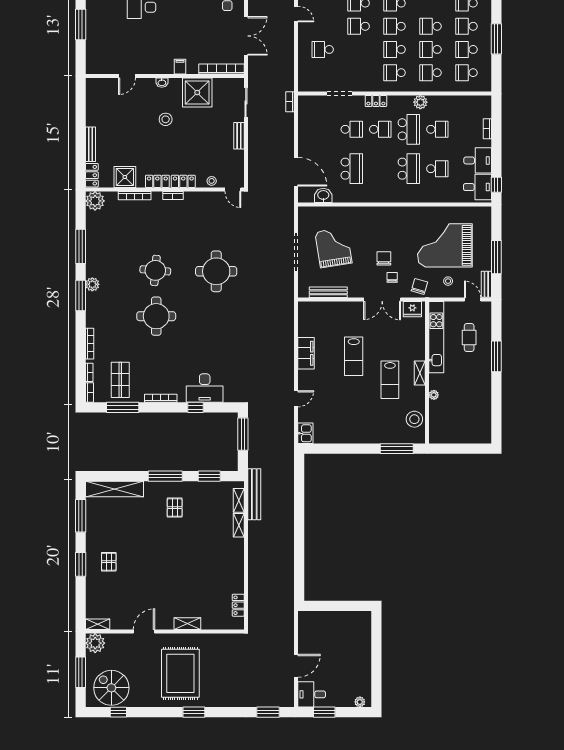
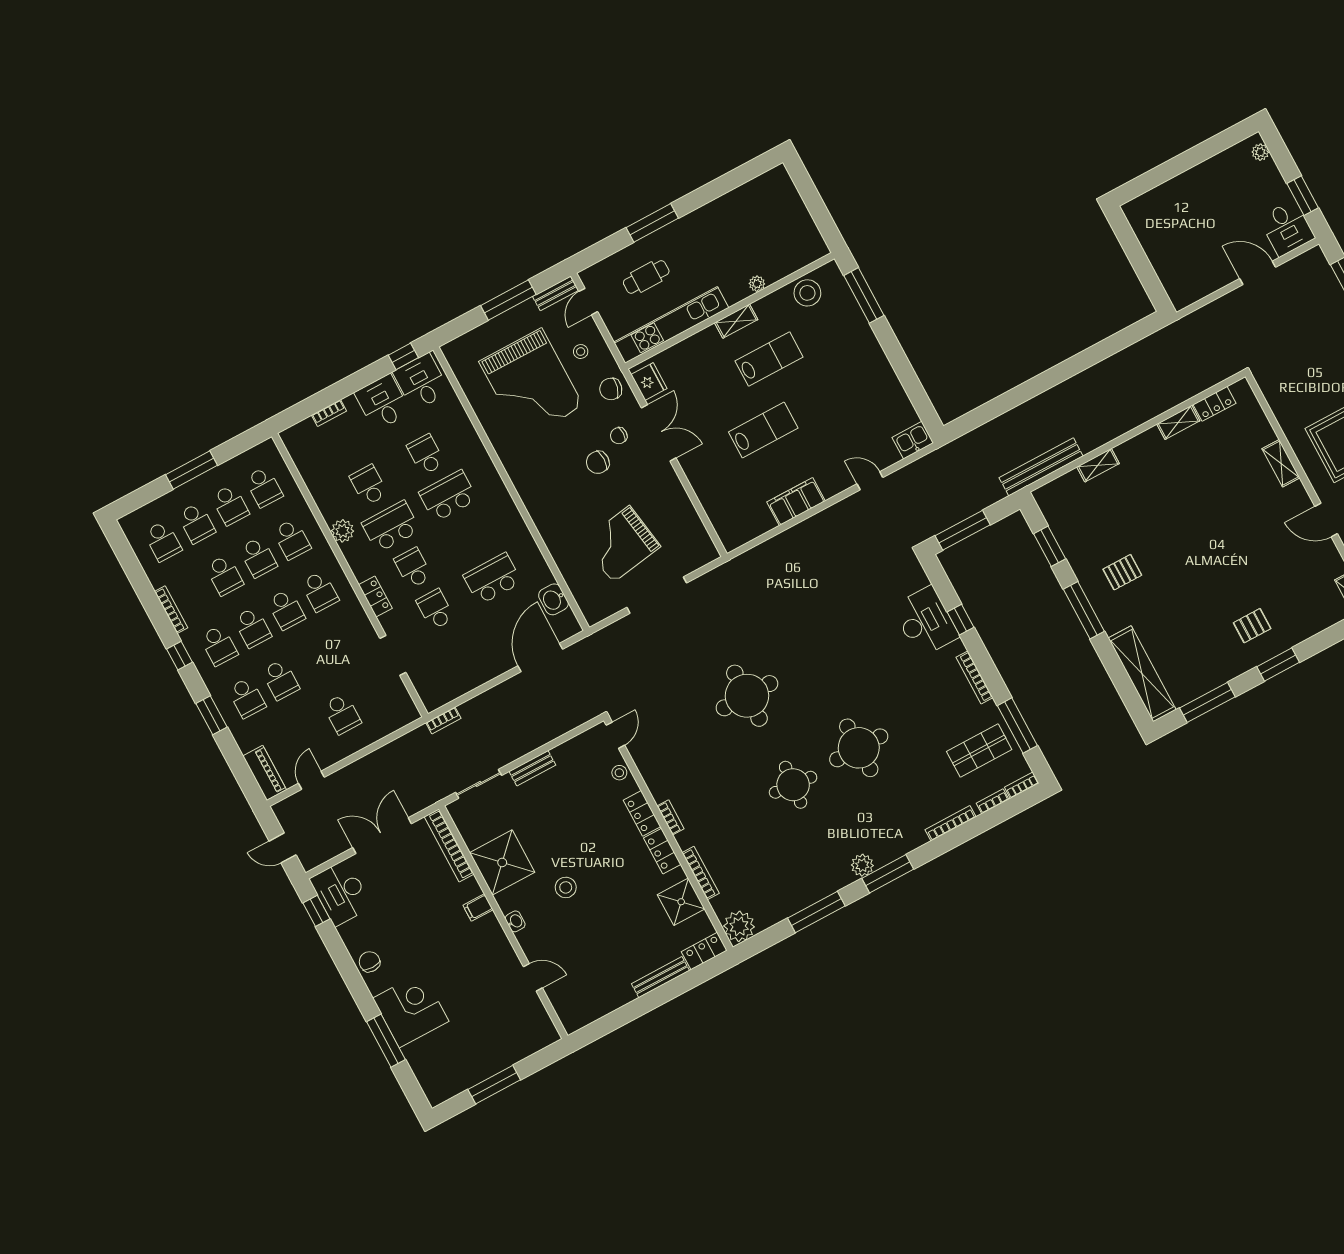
bench: (328, 292) -> (690, 517), removed
shelving: (239, 500) -> (1178, 422), moved

